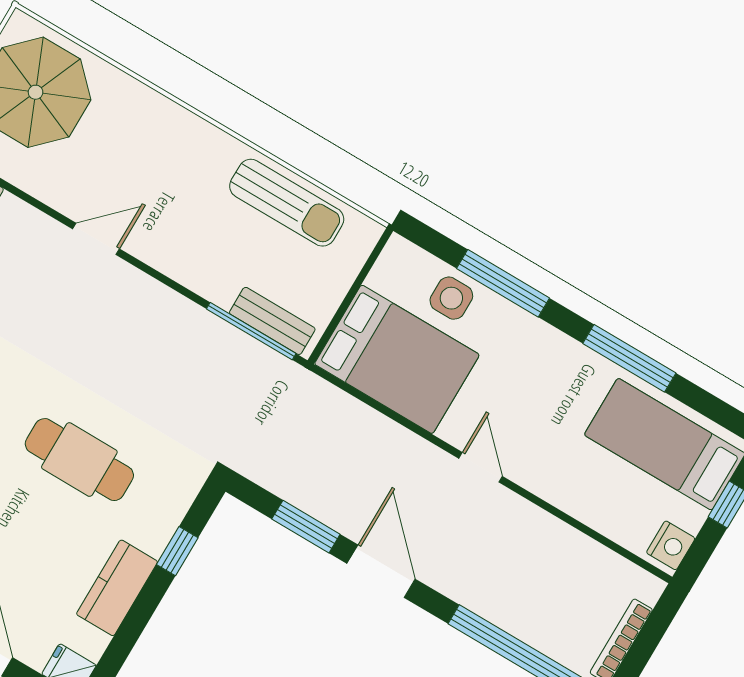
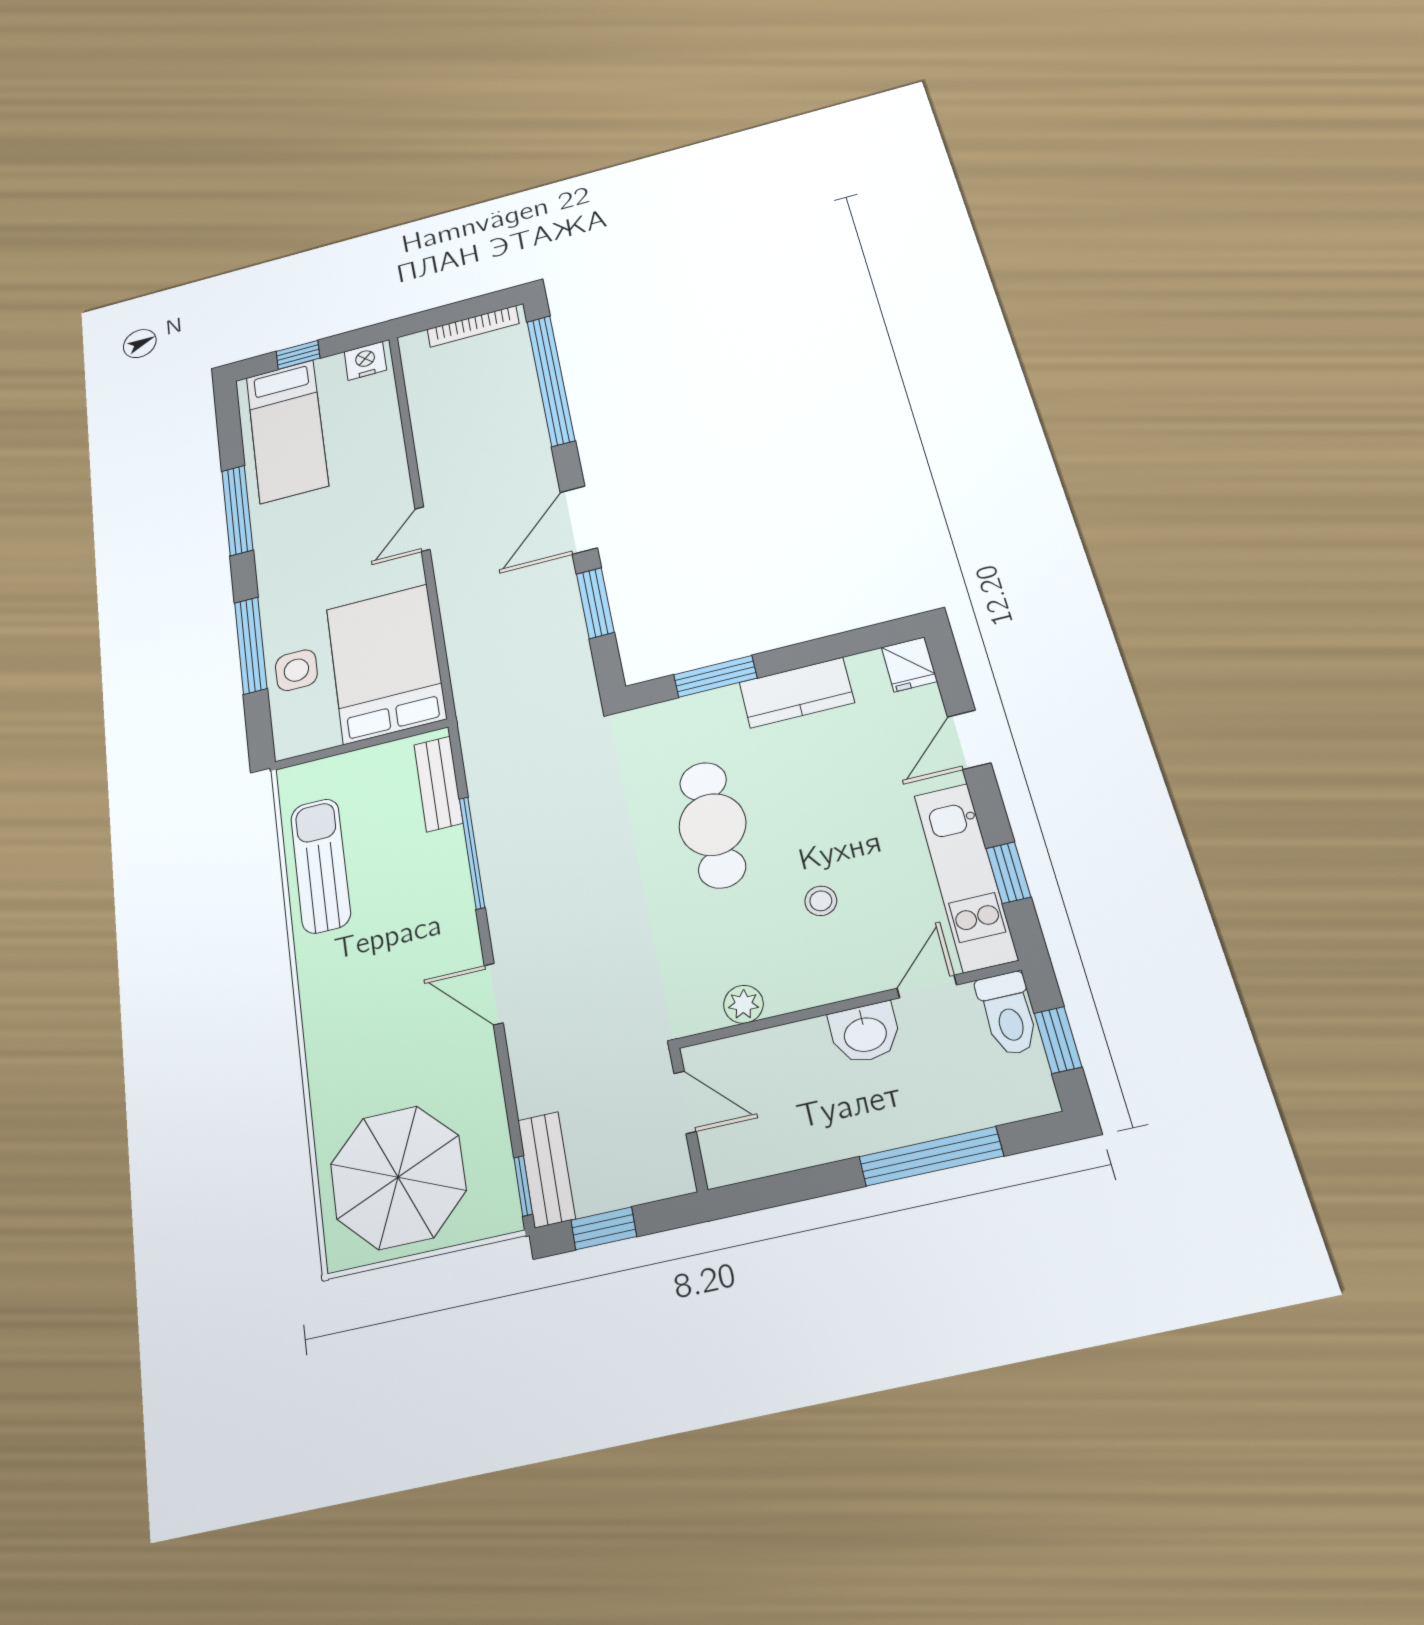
window: (251, 331) -> (472, 853), moved
window: (177, 551) -> (715, 676), width x1.50

